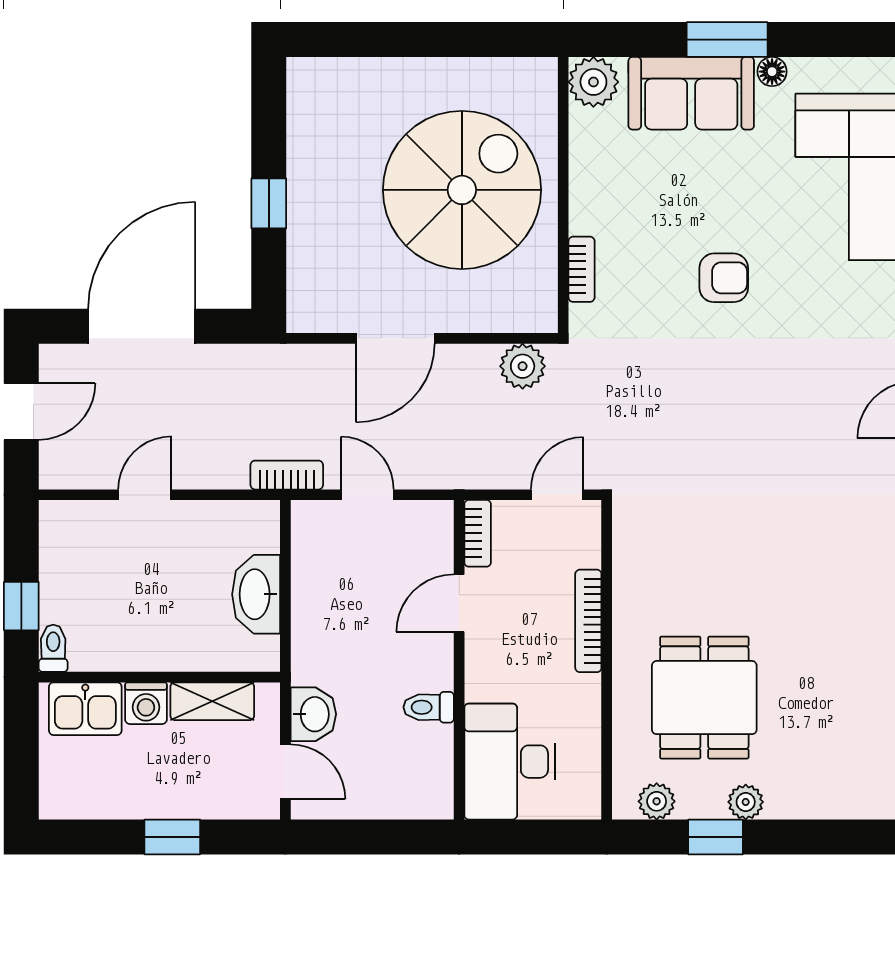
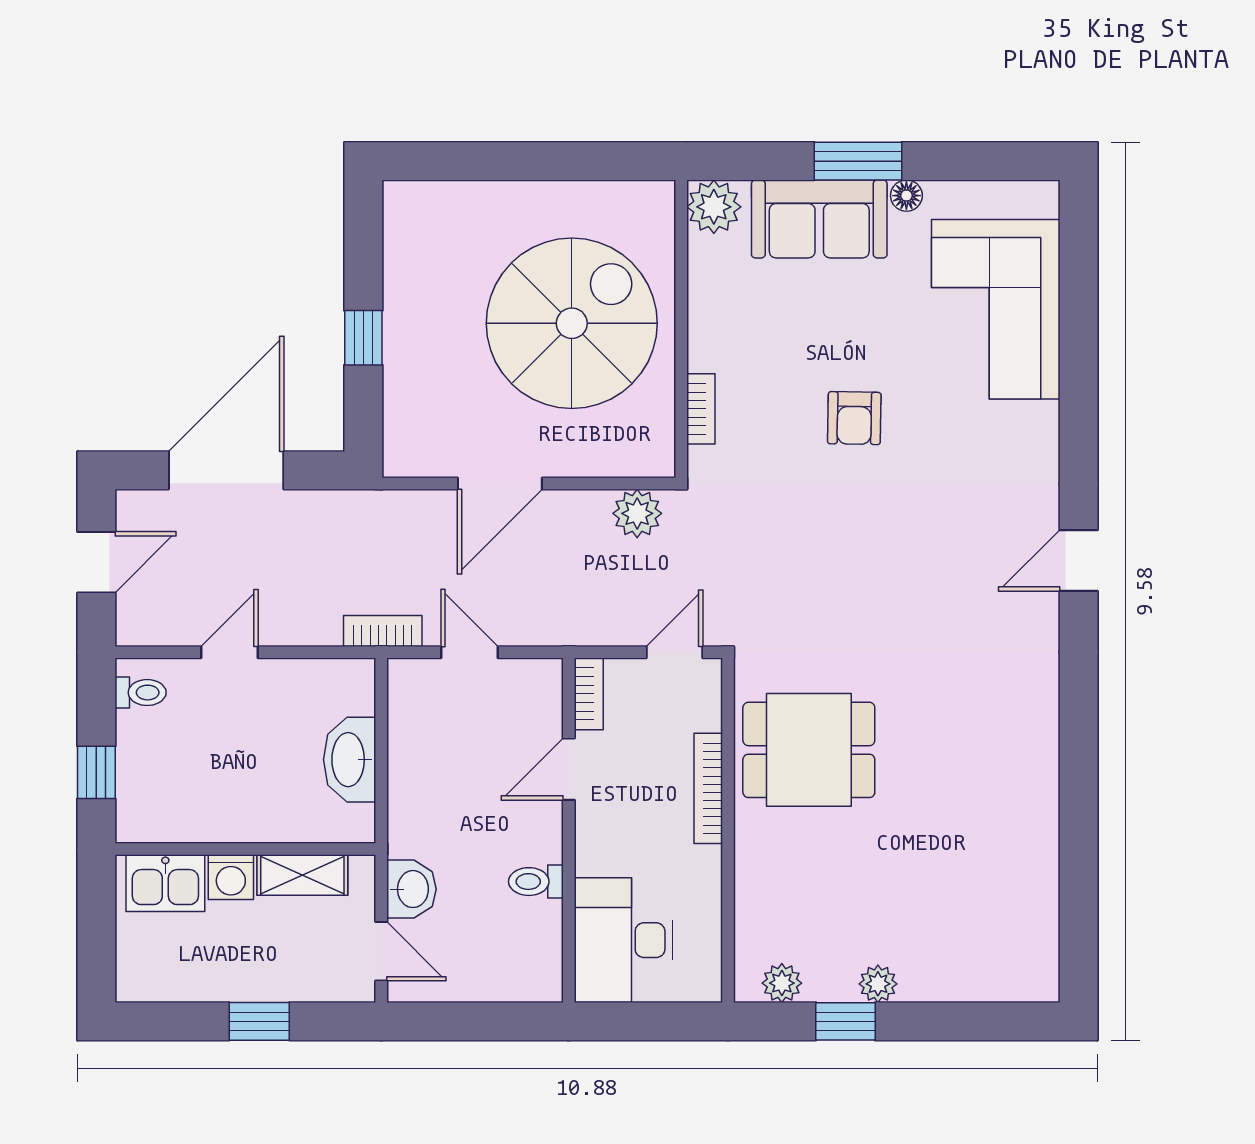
armchair: (724, 278) -> (854, 418), turned 91
toilet: (53, 648) -> (141, 693), moved, turned 90
dining table: (704, 698) -> (809, 750), moved, turned 90

